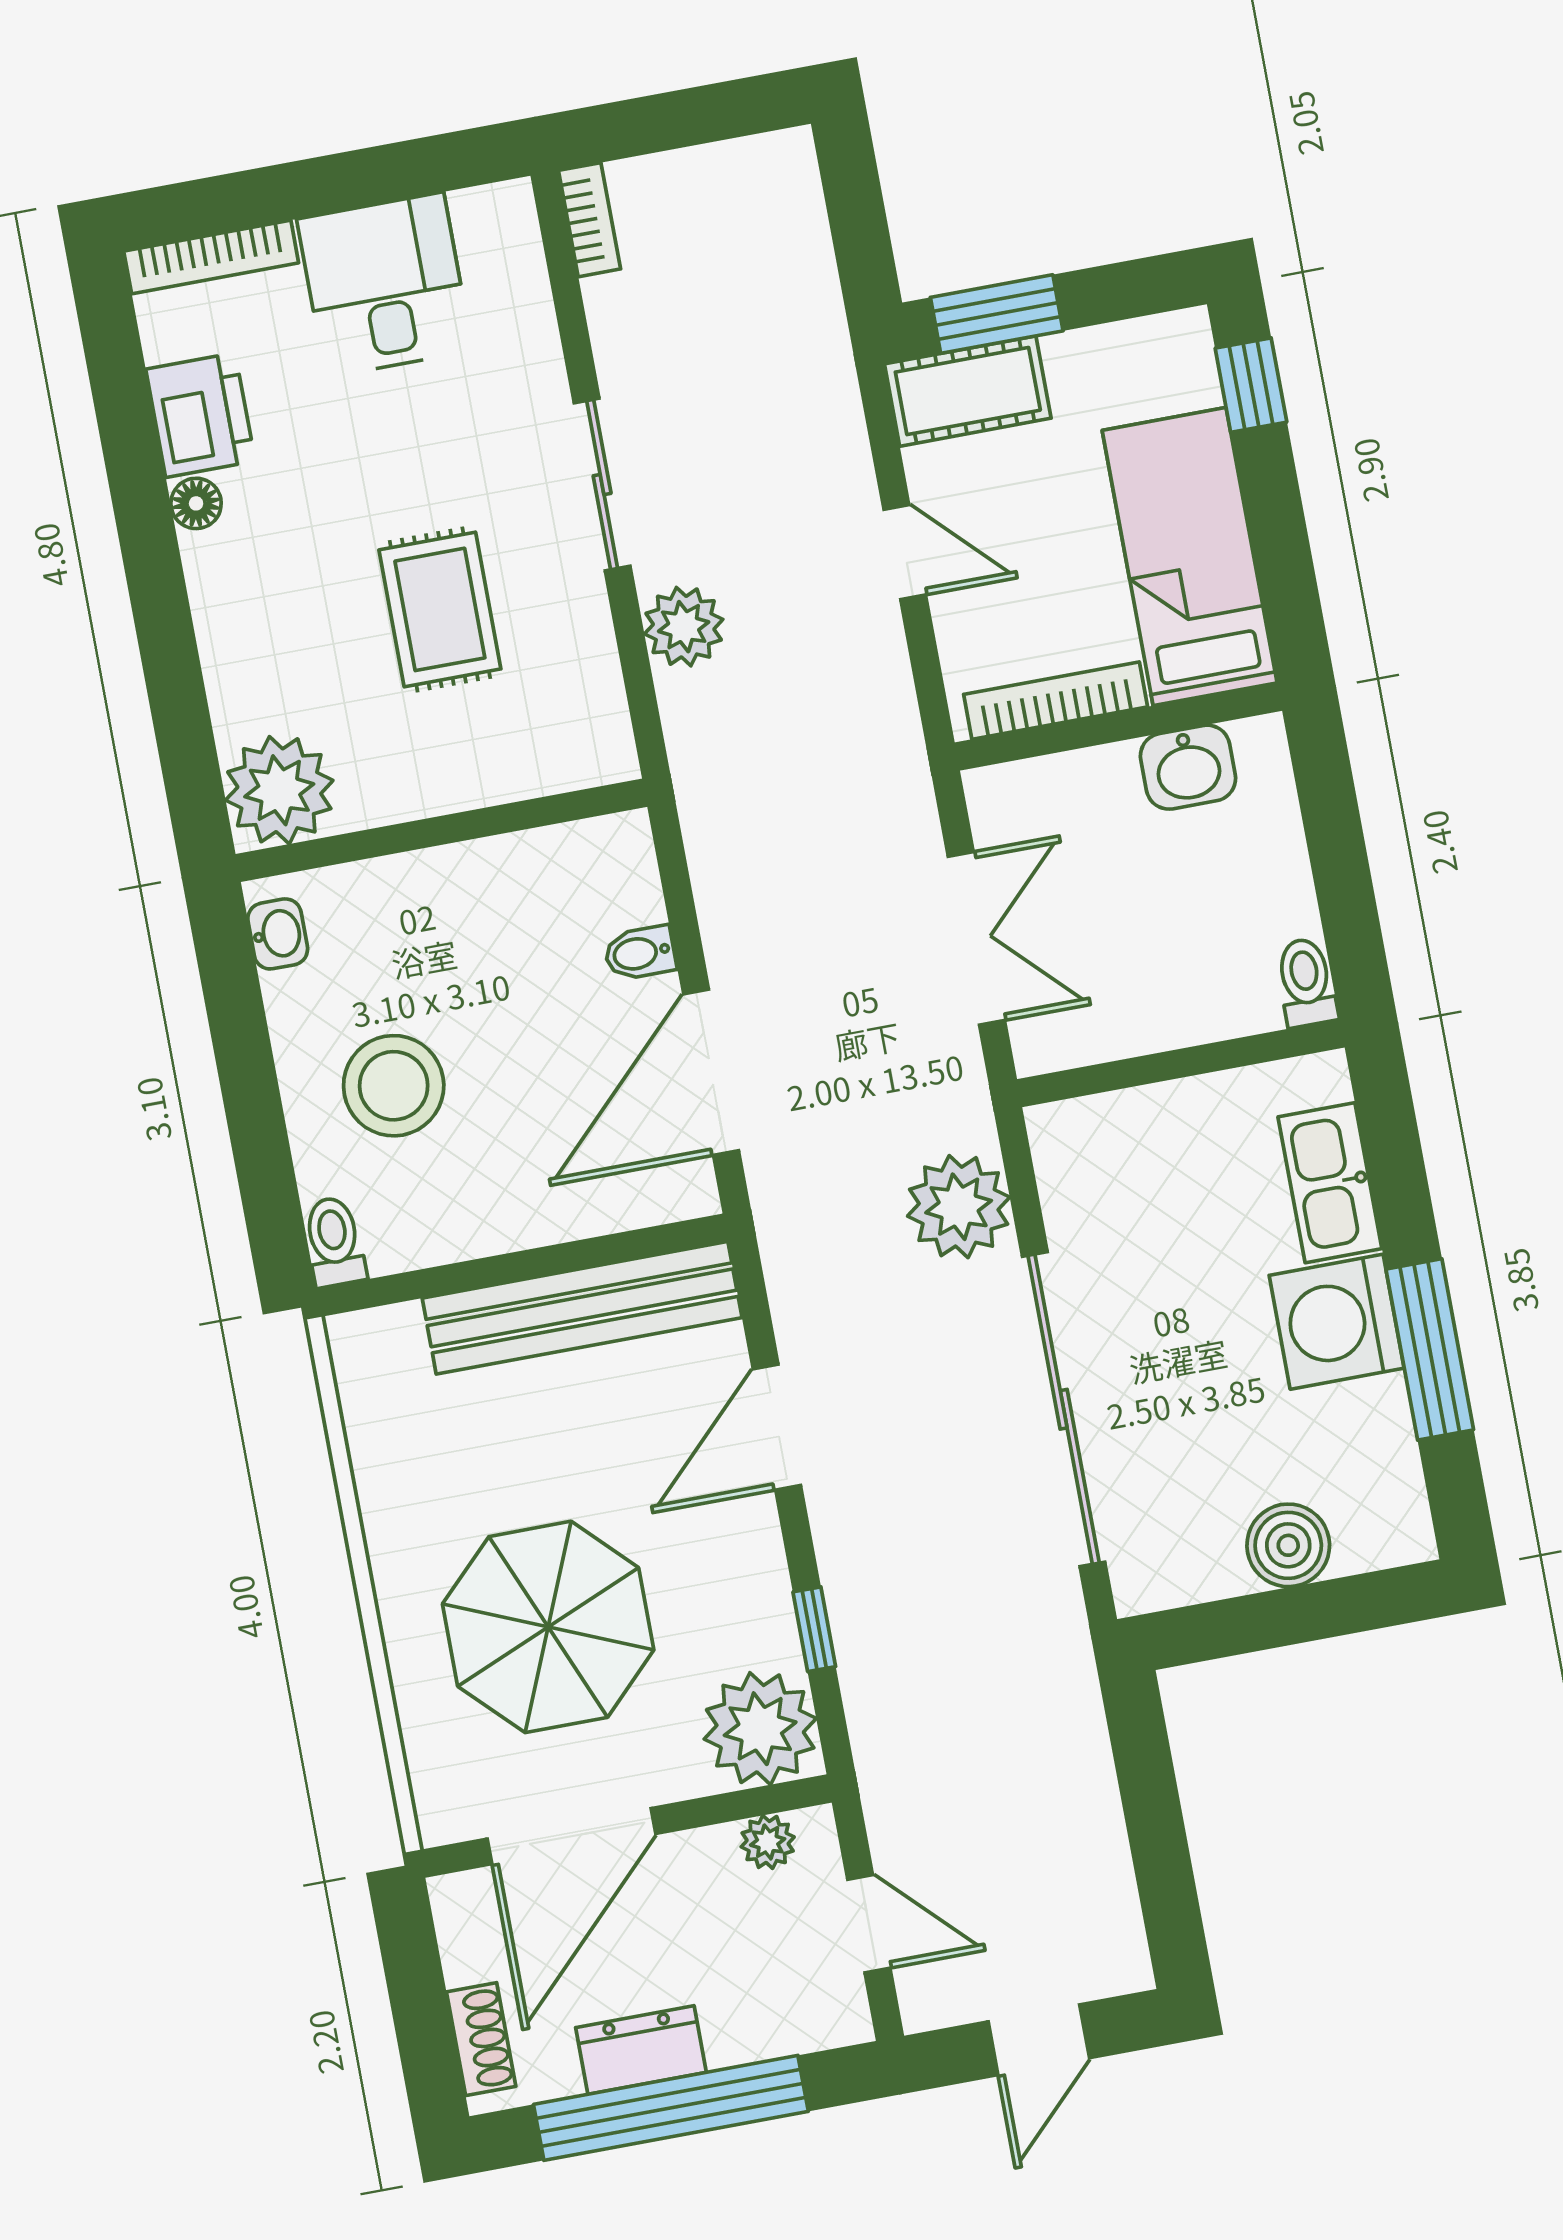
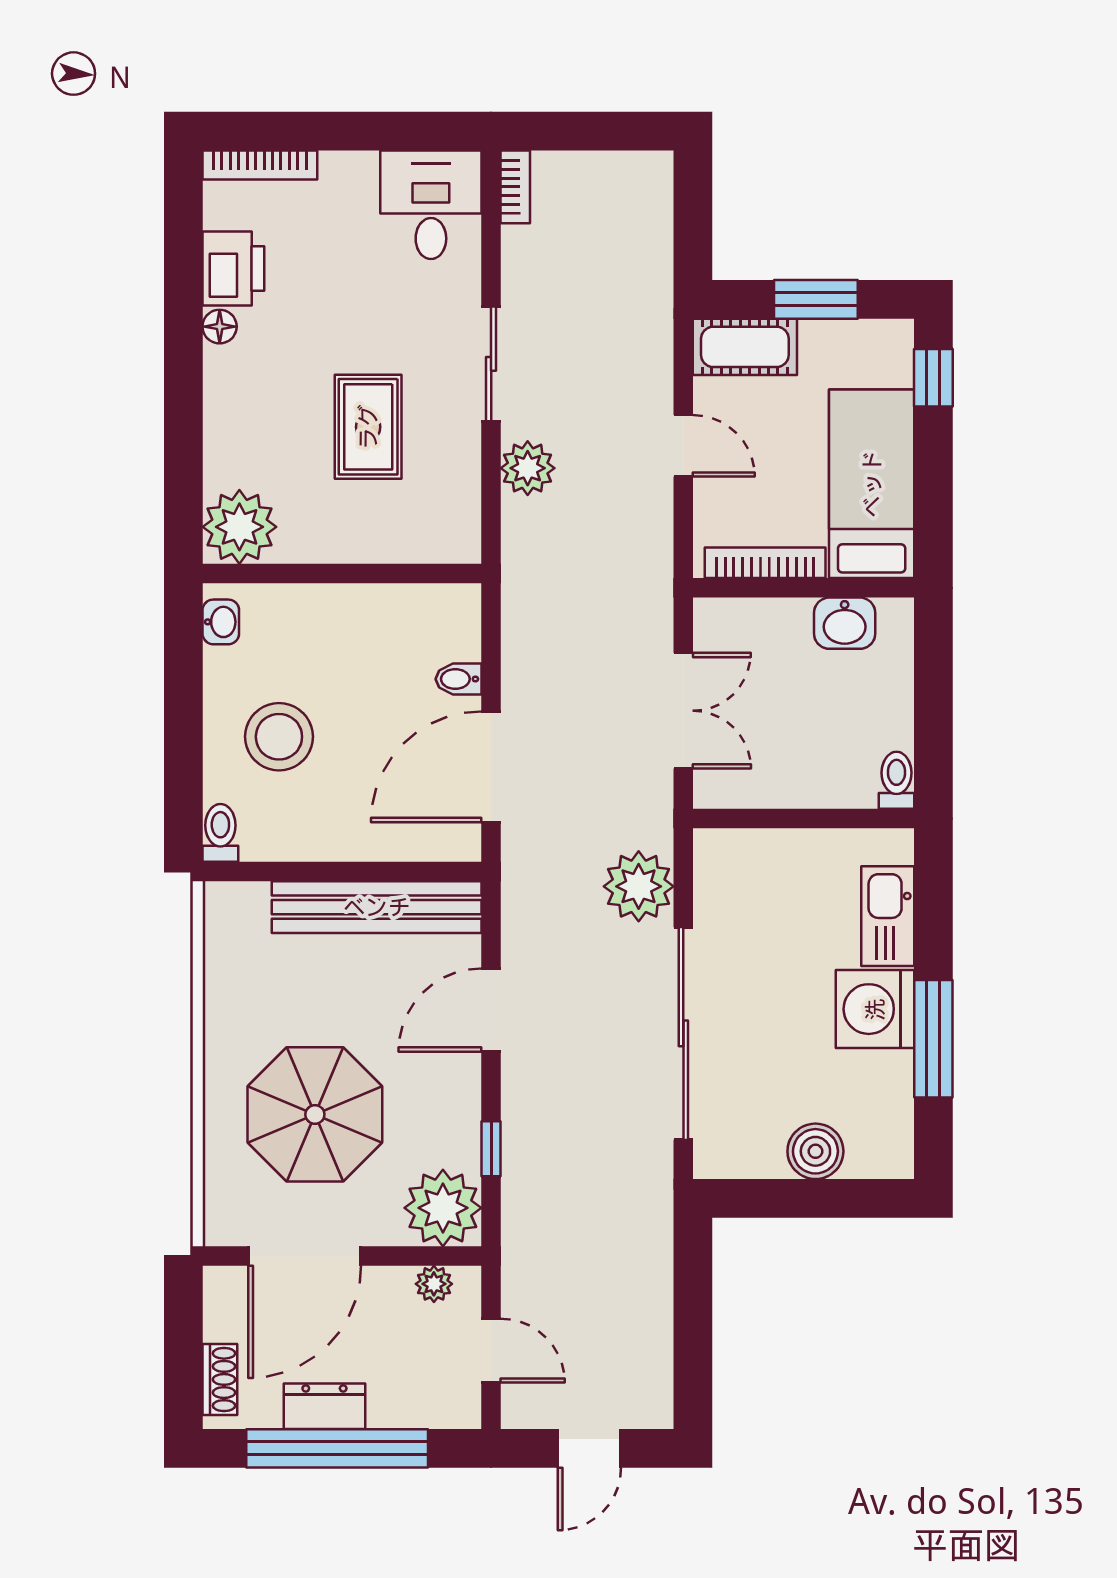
desk: (385, 285) -> (431, 205), moved
window: (997, 314) -> (816, 299), moved

